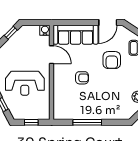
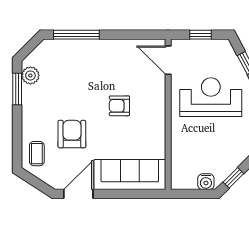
water cooler: (45, 30) -> (206, 182), moved
door: (52, 55) -> (168, 60), moved
window: (87, 122) -> (76, 35), moved

